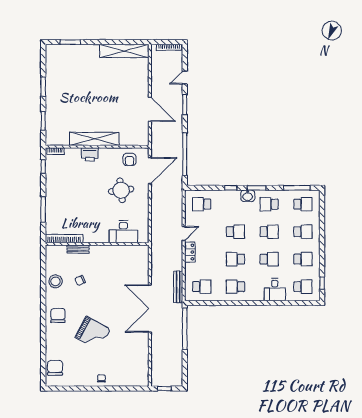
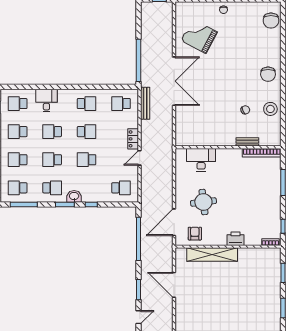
shelving: (94, 139) -> (212, 255), moved
grand piano: (93, 333) -> (199, 36), moved

